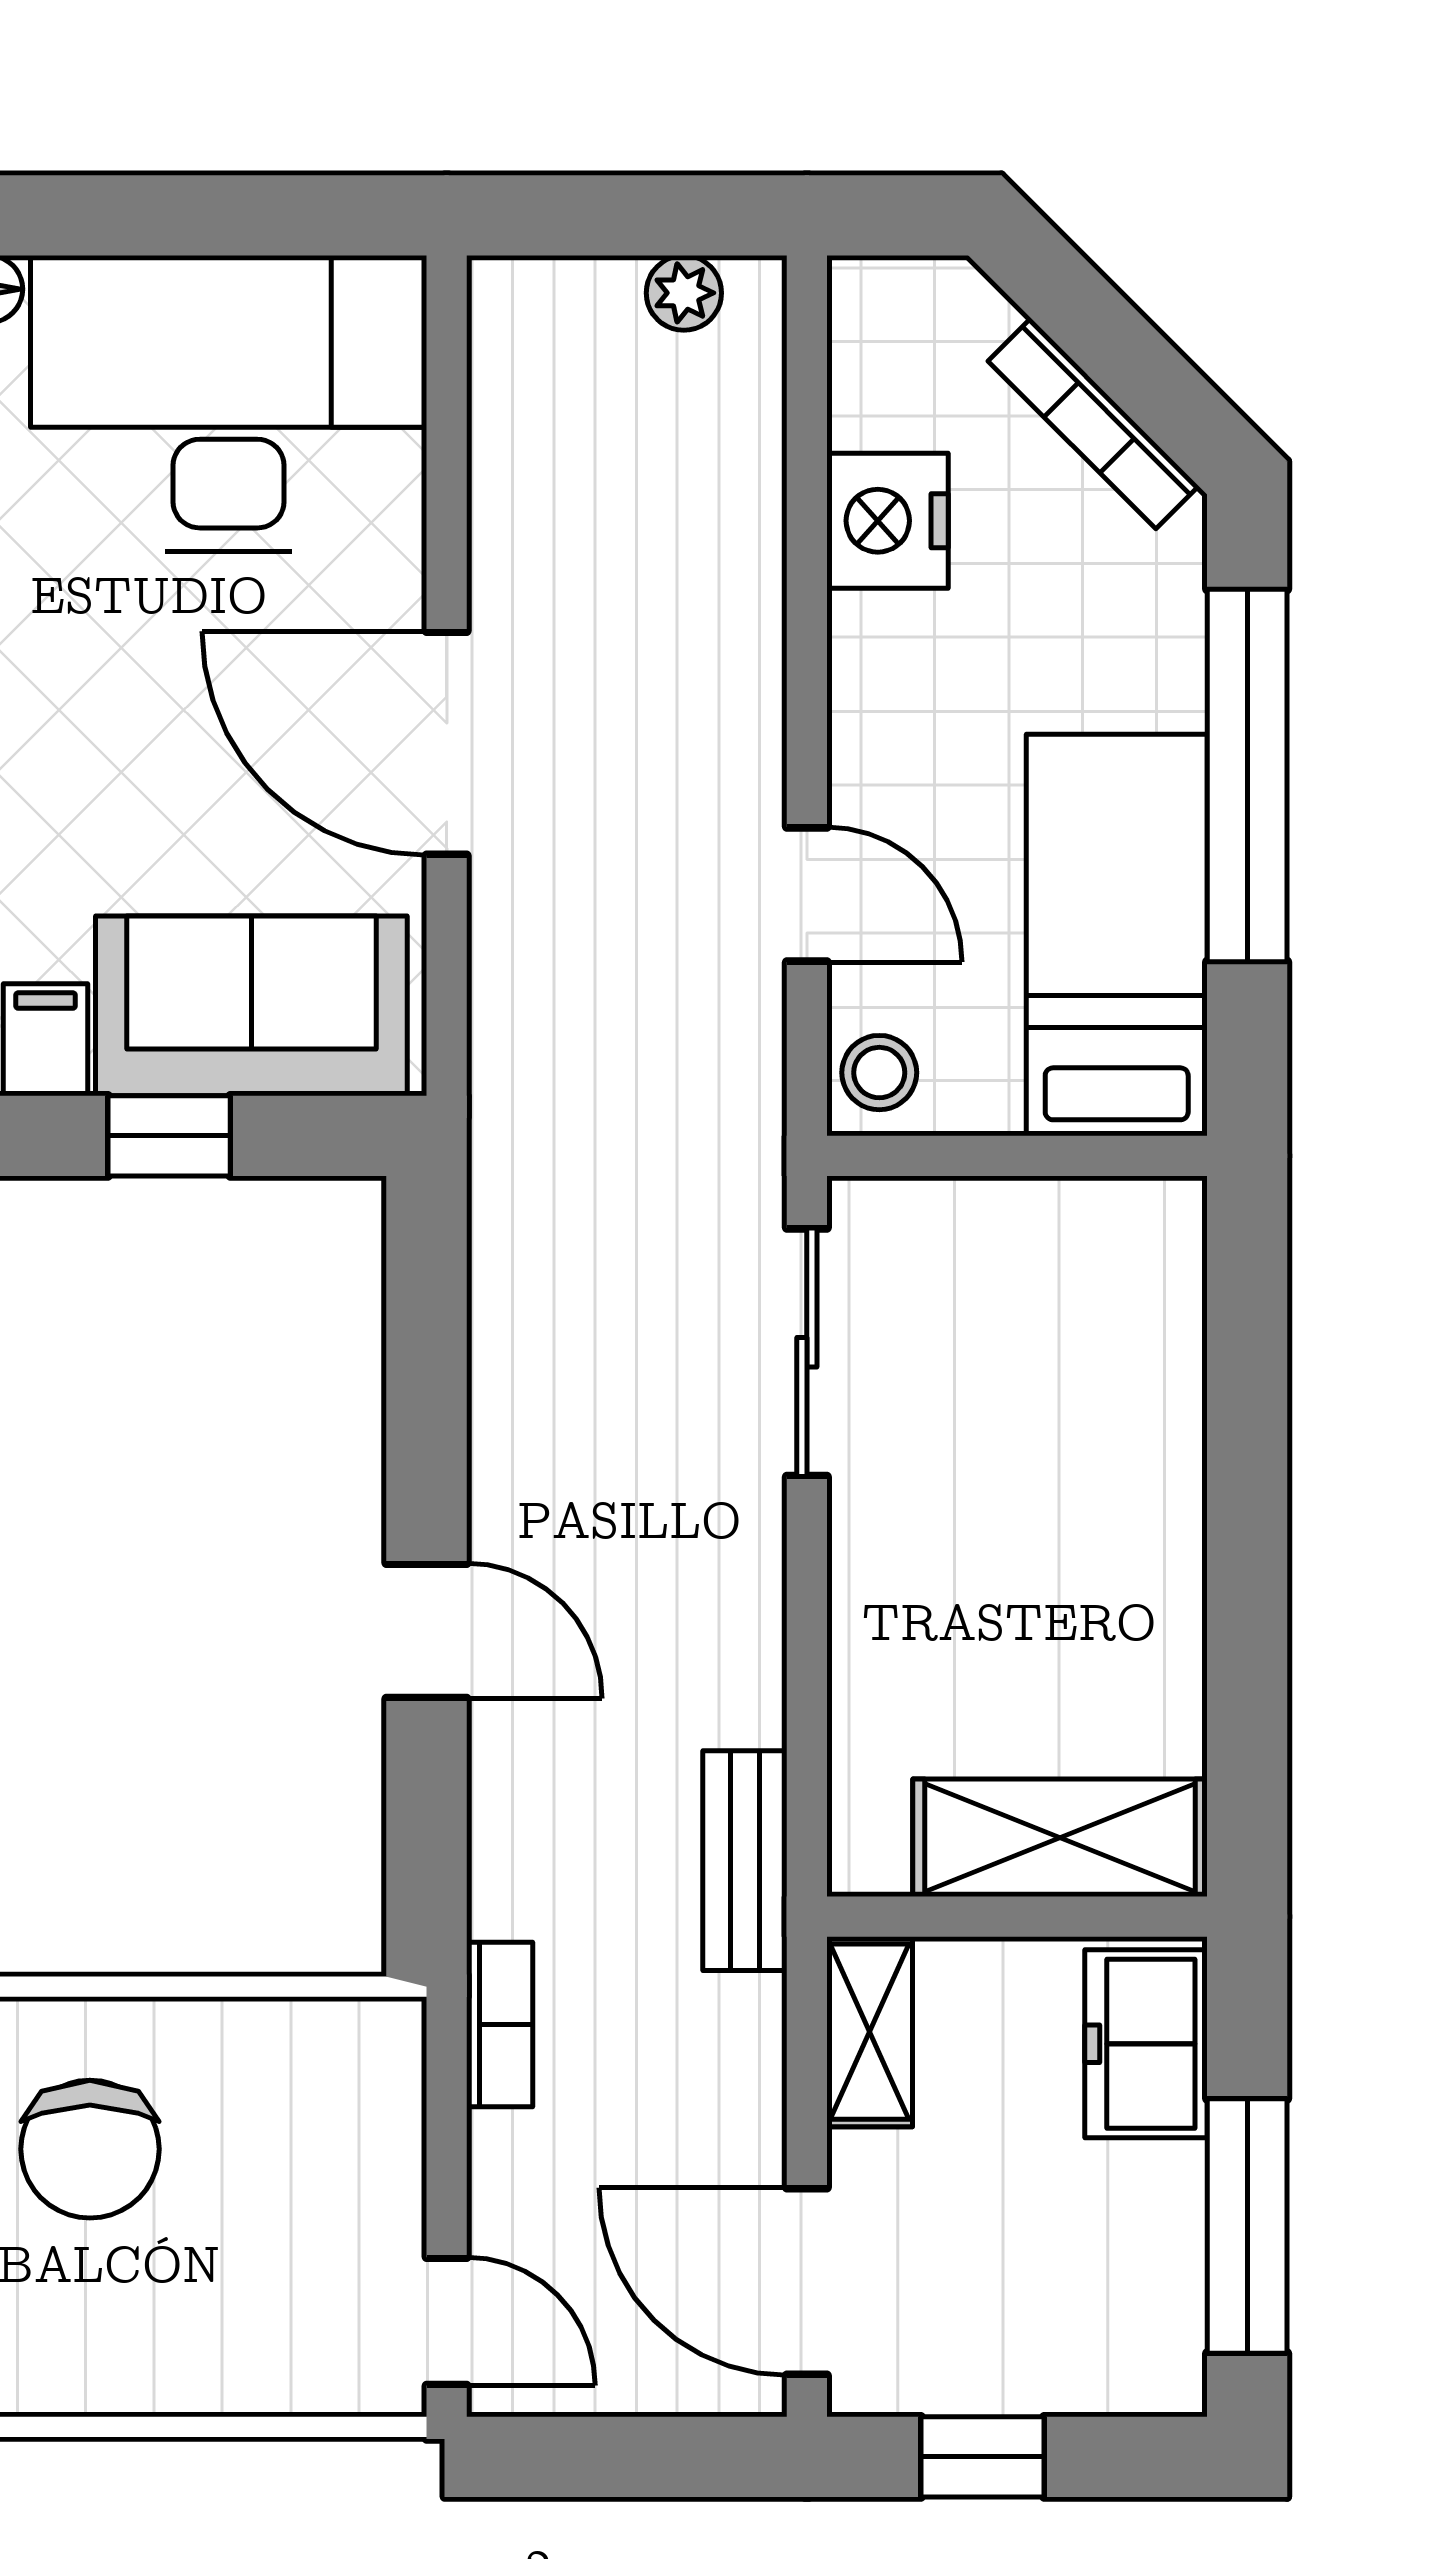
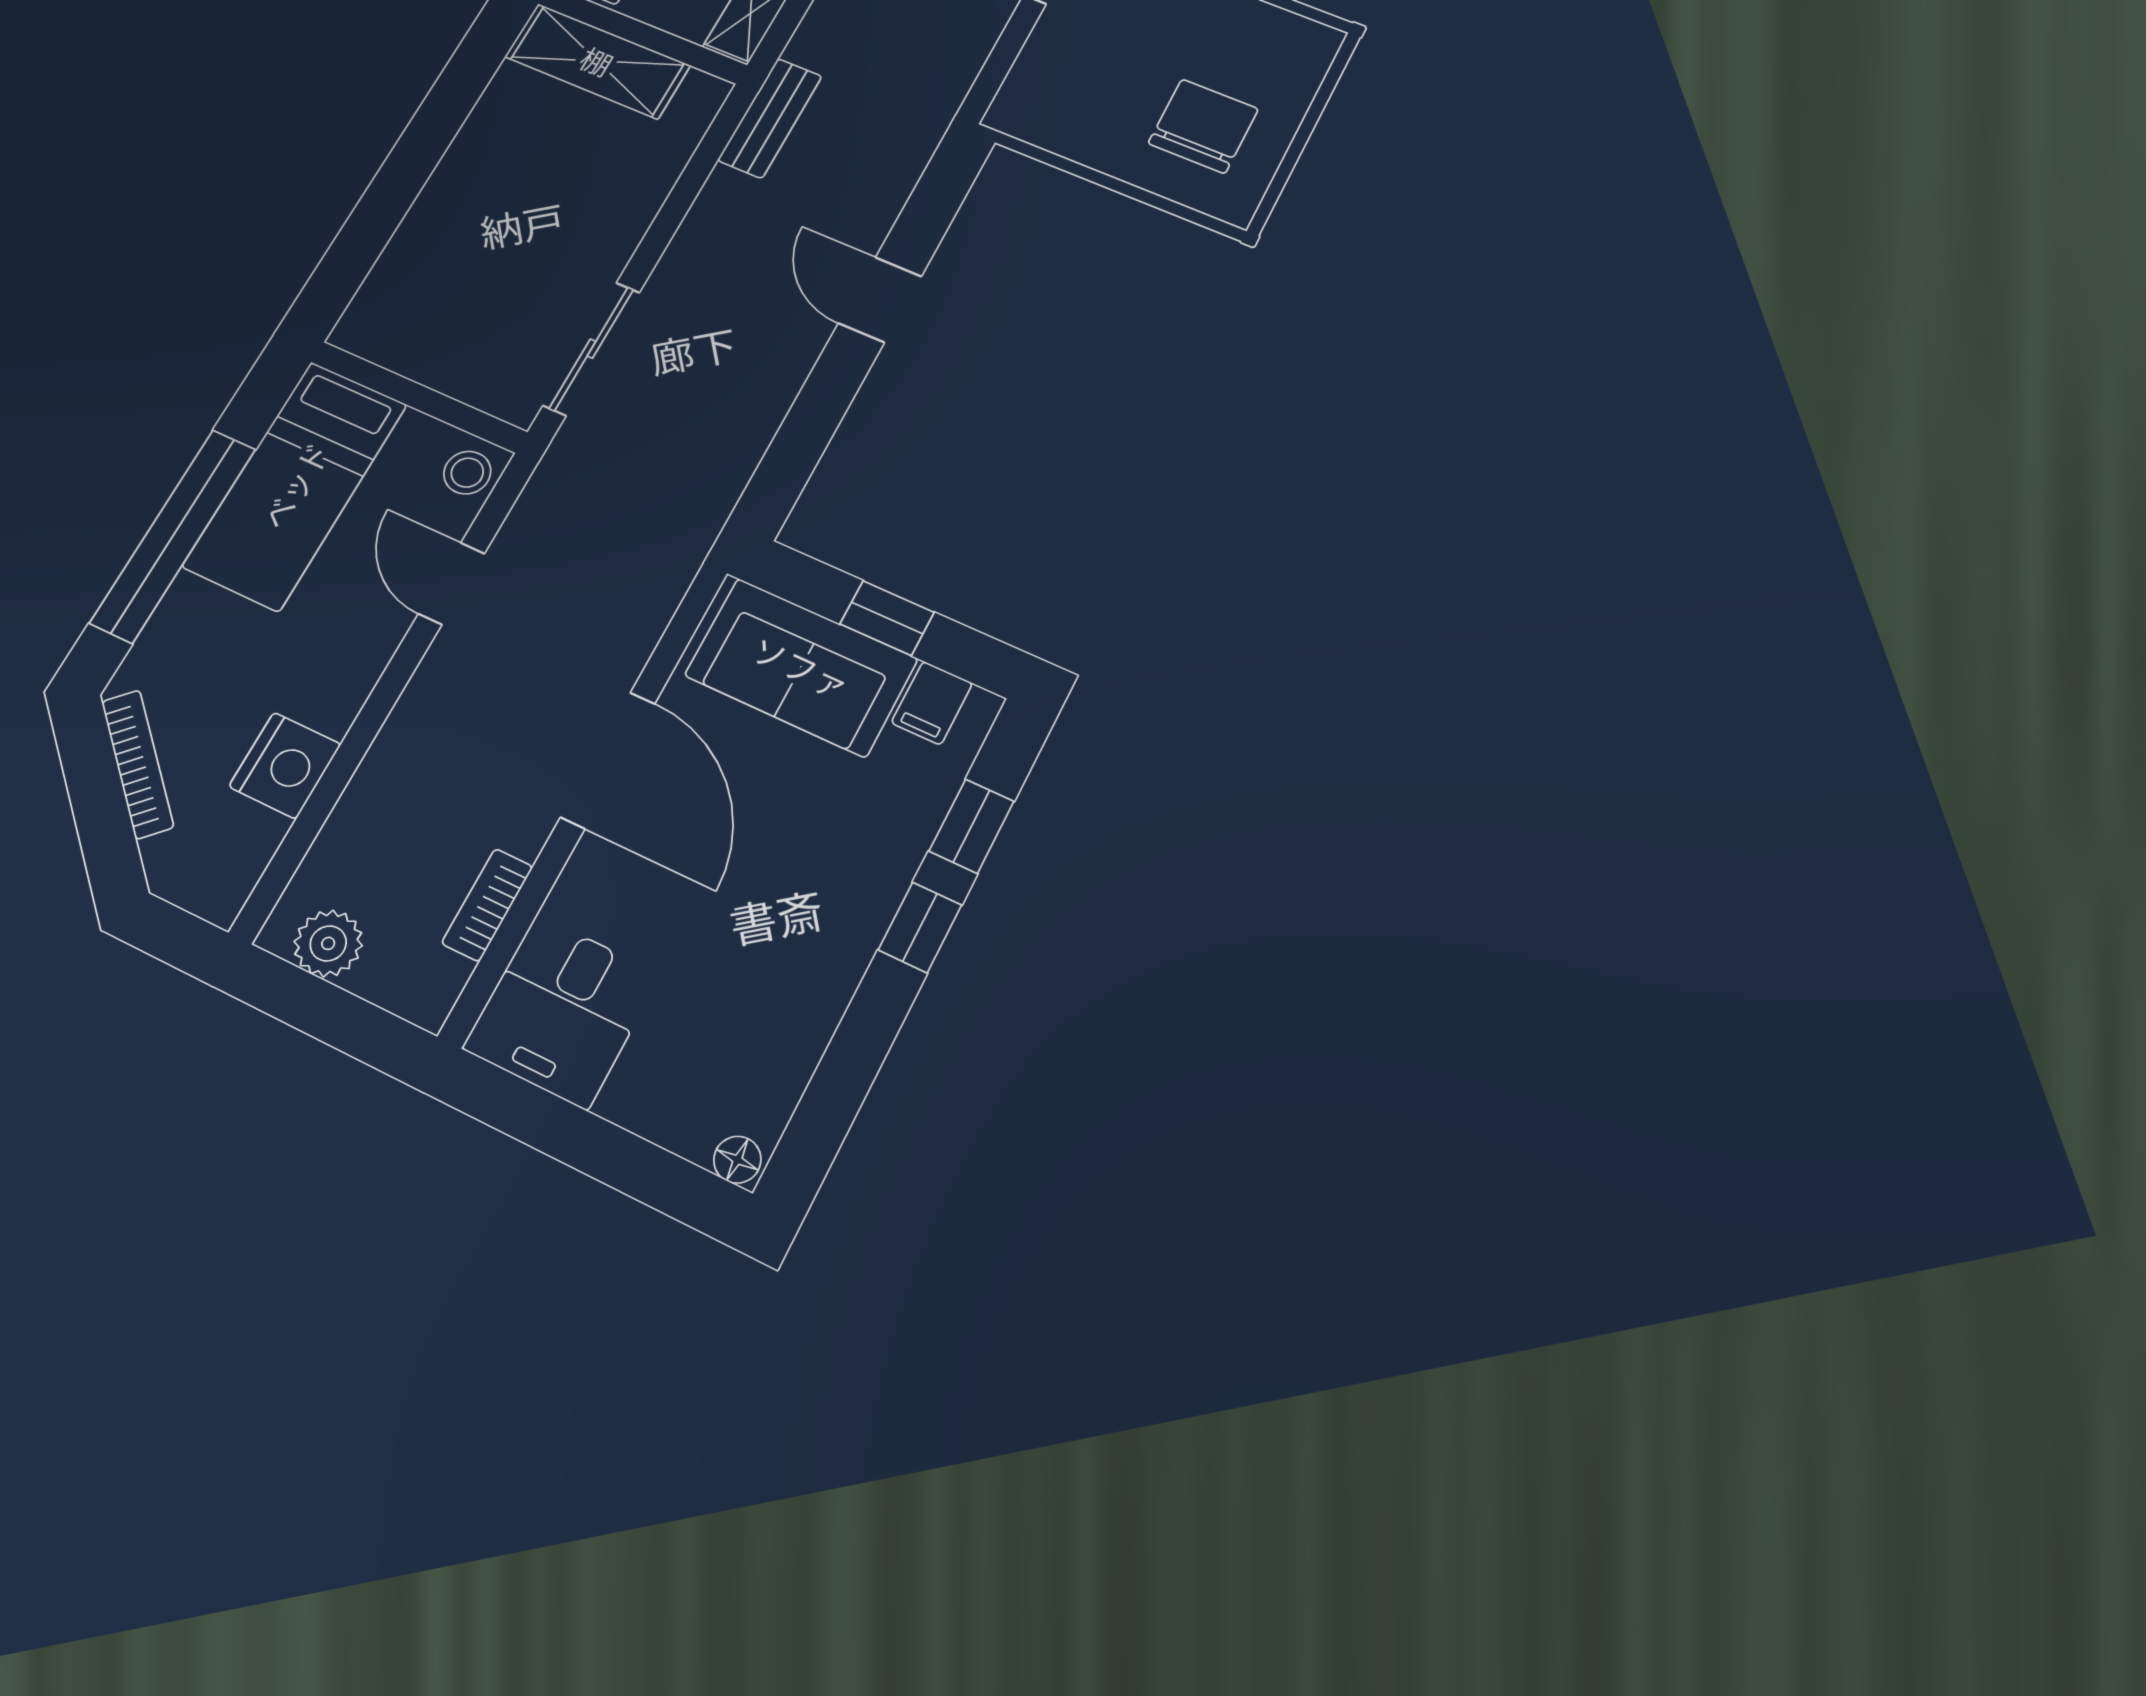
plant: (684, 293) -> (328, 943), width x1.38, depth x1.38
desk: (229, 404) -> (562, 1011), width x0.53, depth x0.77
bookcase: (500, 2024) -> (487, 905), moved

